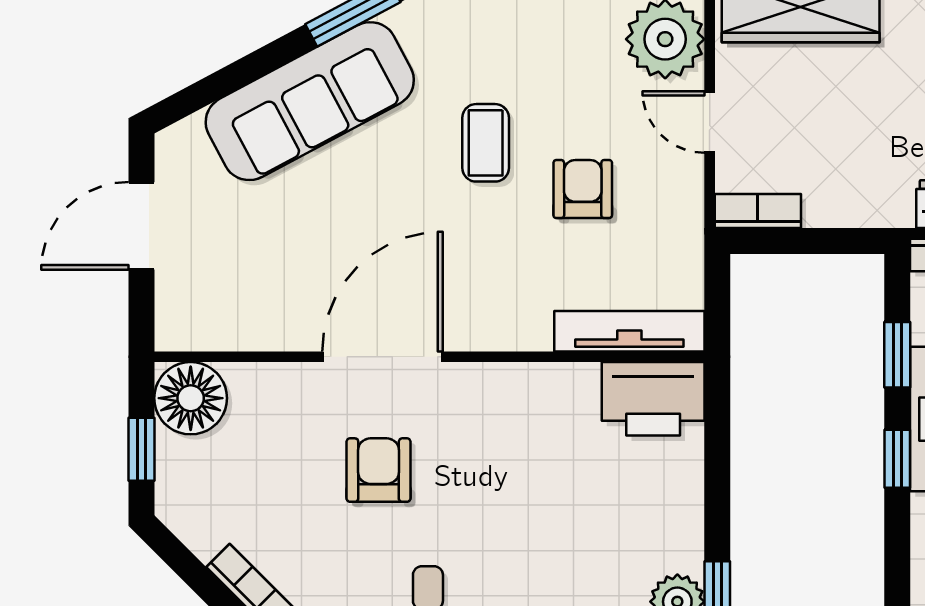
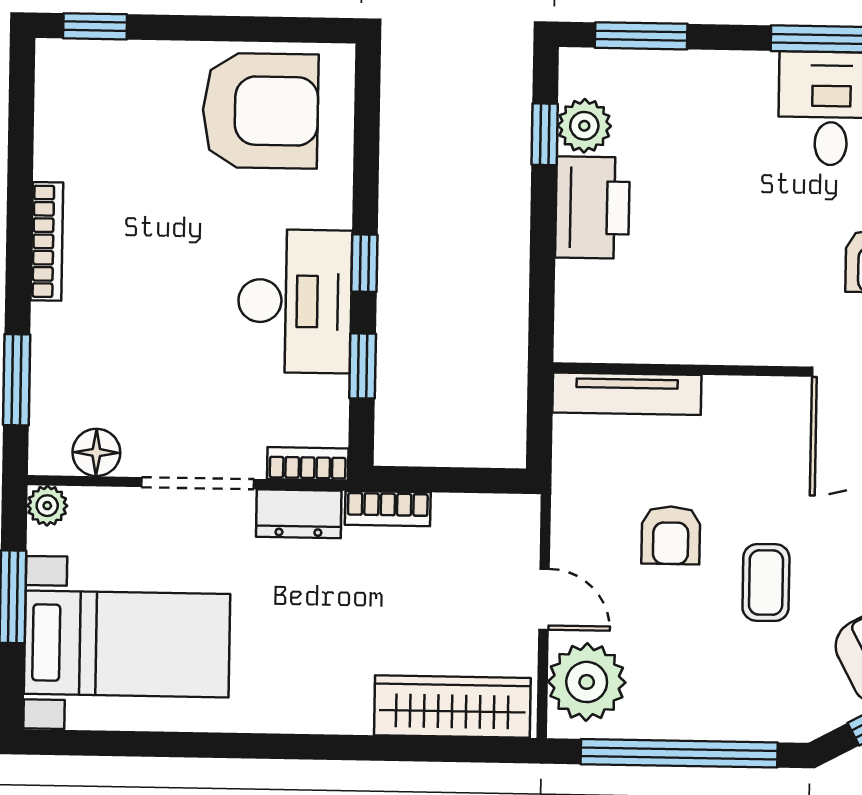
bookcase: (758, 211) -> (388, 509), moved
printer: (653, 399) -> (592, 208), moved, turned 90

